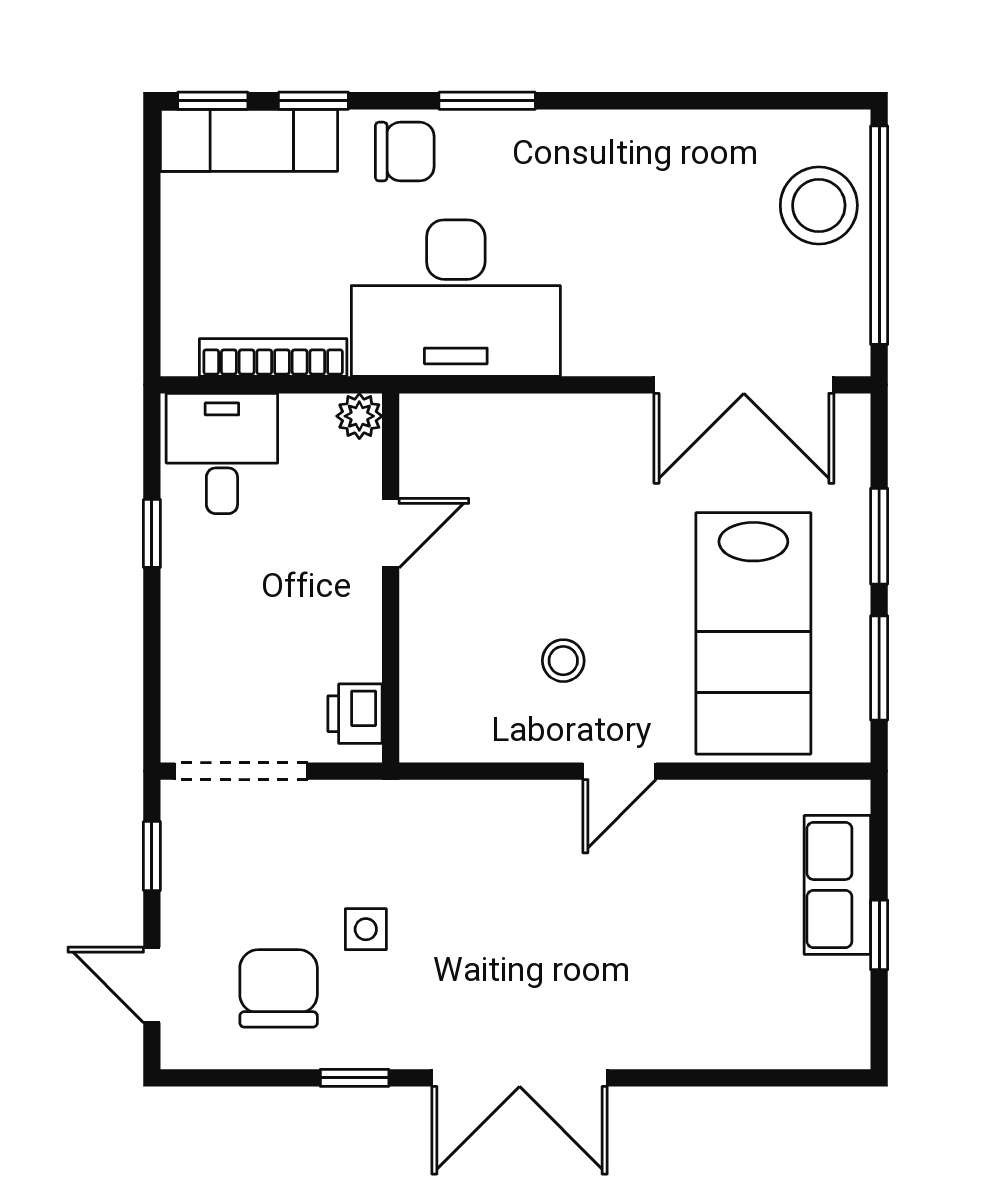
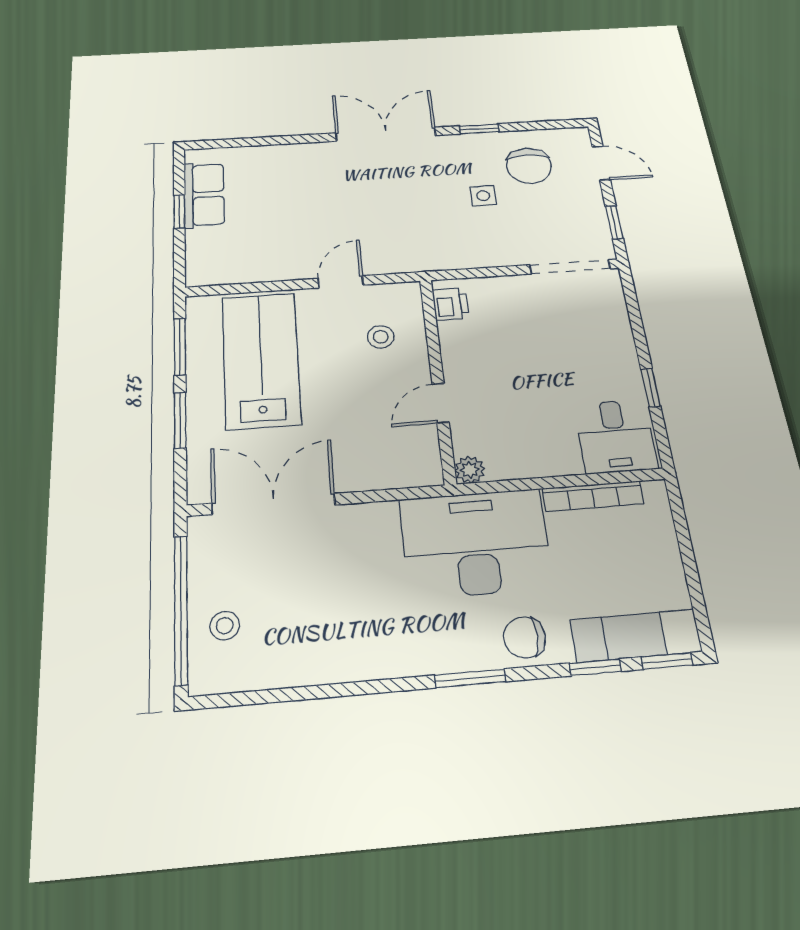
stool: (819, 205) -> (225, 626), width x0.53, depth x0.53
plant: (359, 416) -> (470, 470), moved
door: (391, 533) -> (441, 403), moved
wall: (391, 578) -> (437, 378), moved
printer: (355, 714) -> (451, 304), moved
row of seats: (837, 885) -> (204, 195), moved

